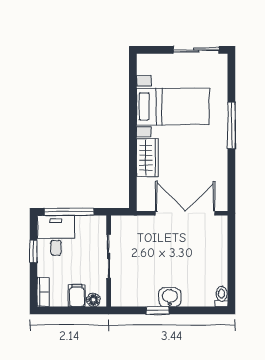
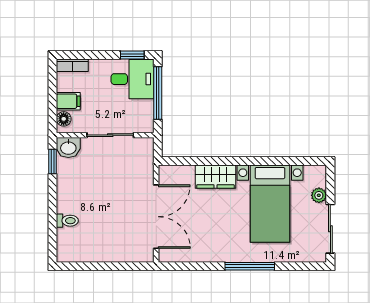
plant: (165, 61) -> (319, 195), added
window: (33, 251) -> (132, 55), moved
toilet: (221, 296) -> (67, 221), moved
washbasin: (170, 297) -> (68, 148), moved, turned 90
window: (158, 310) -> (53, 162), moved

